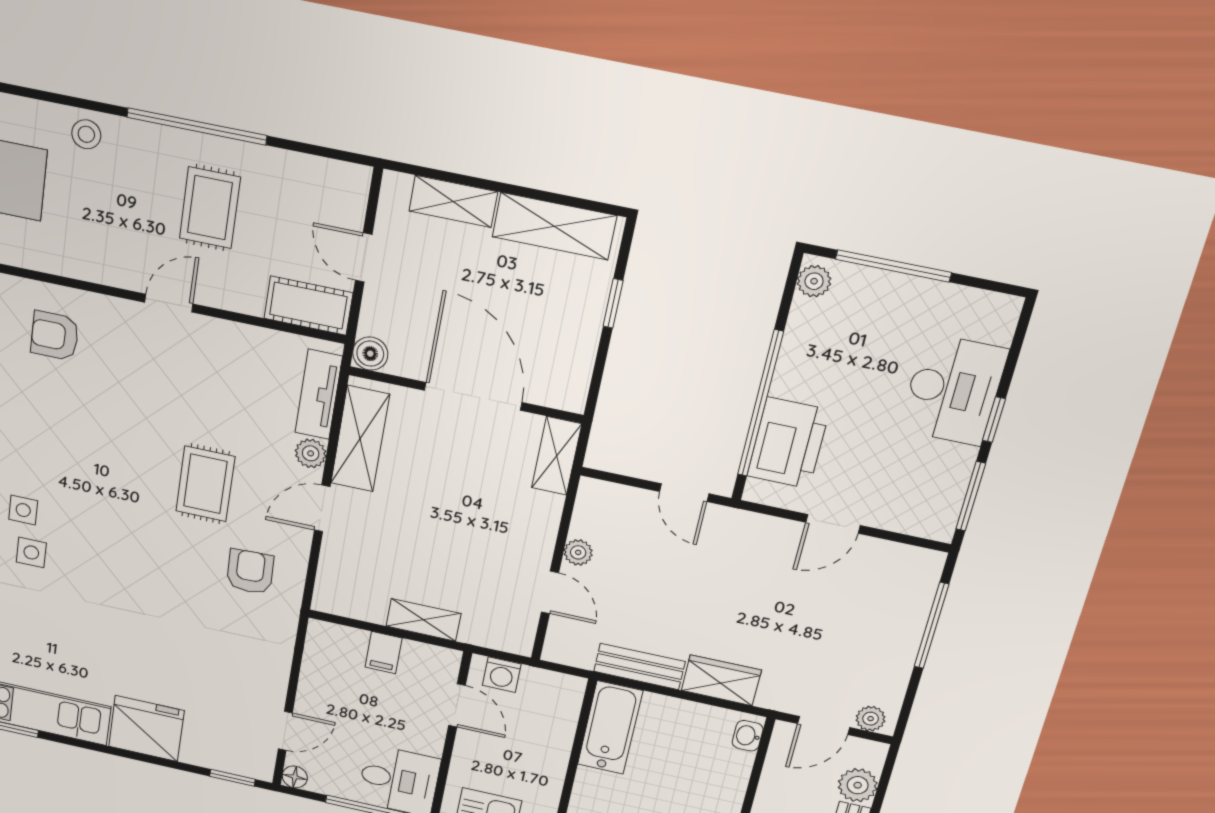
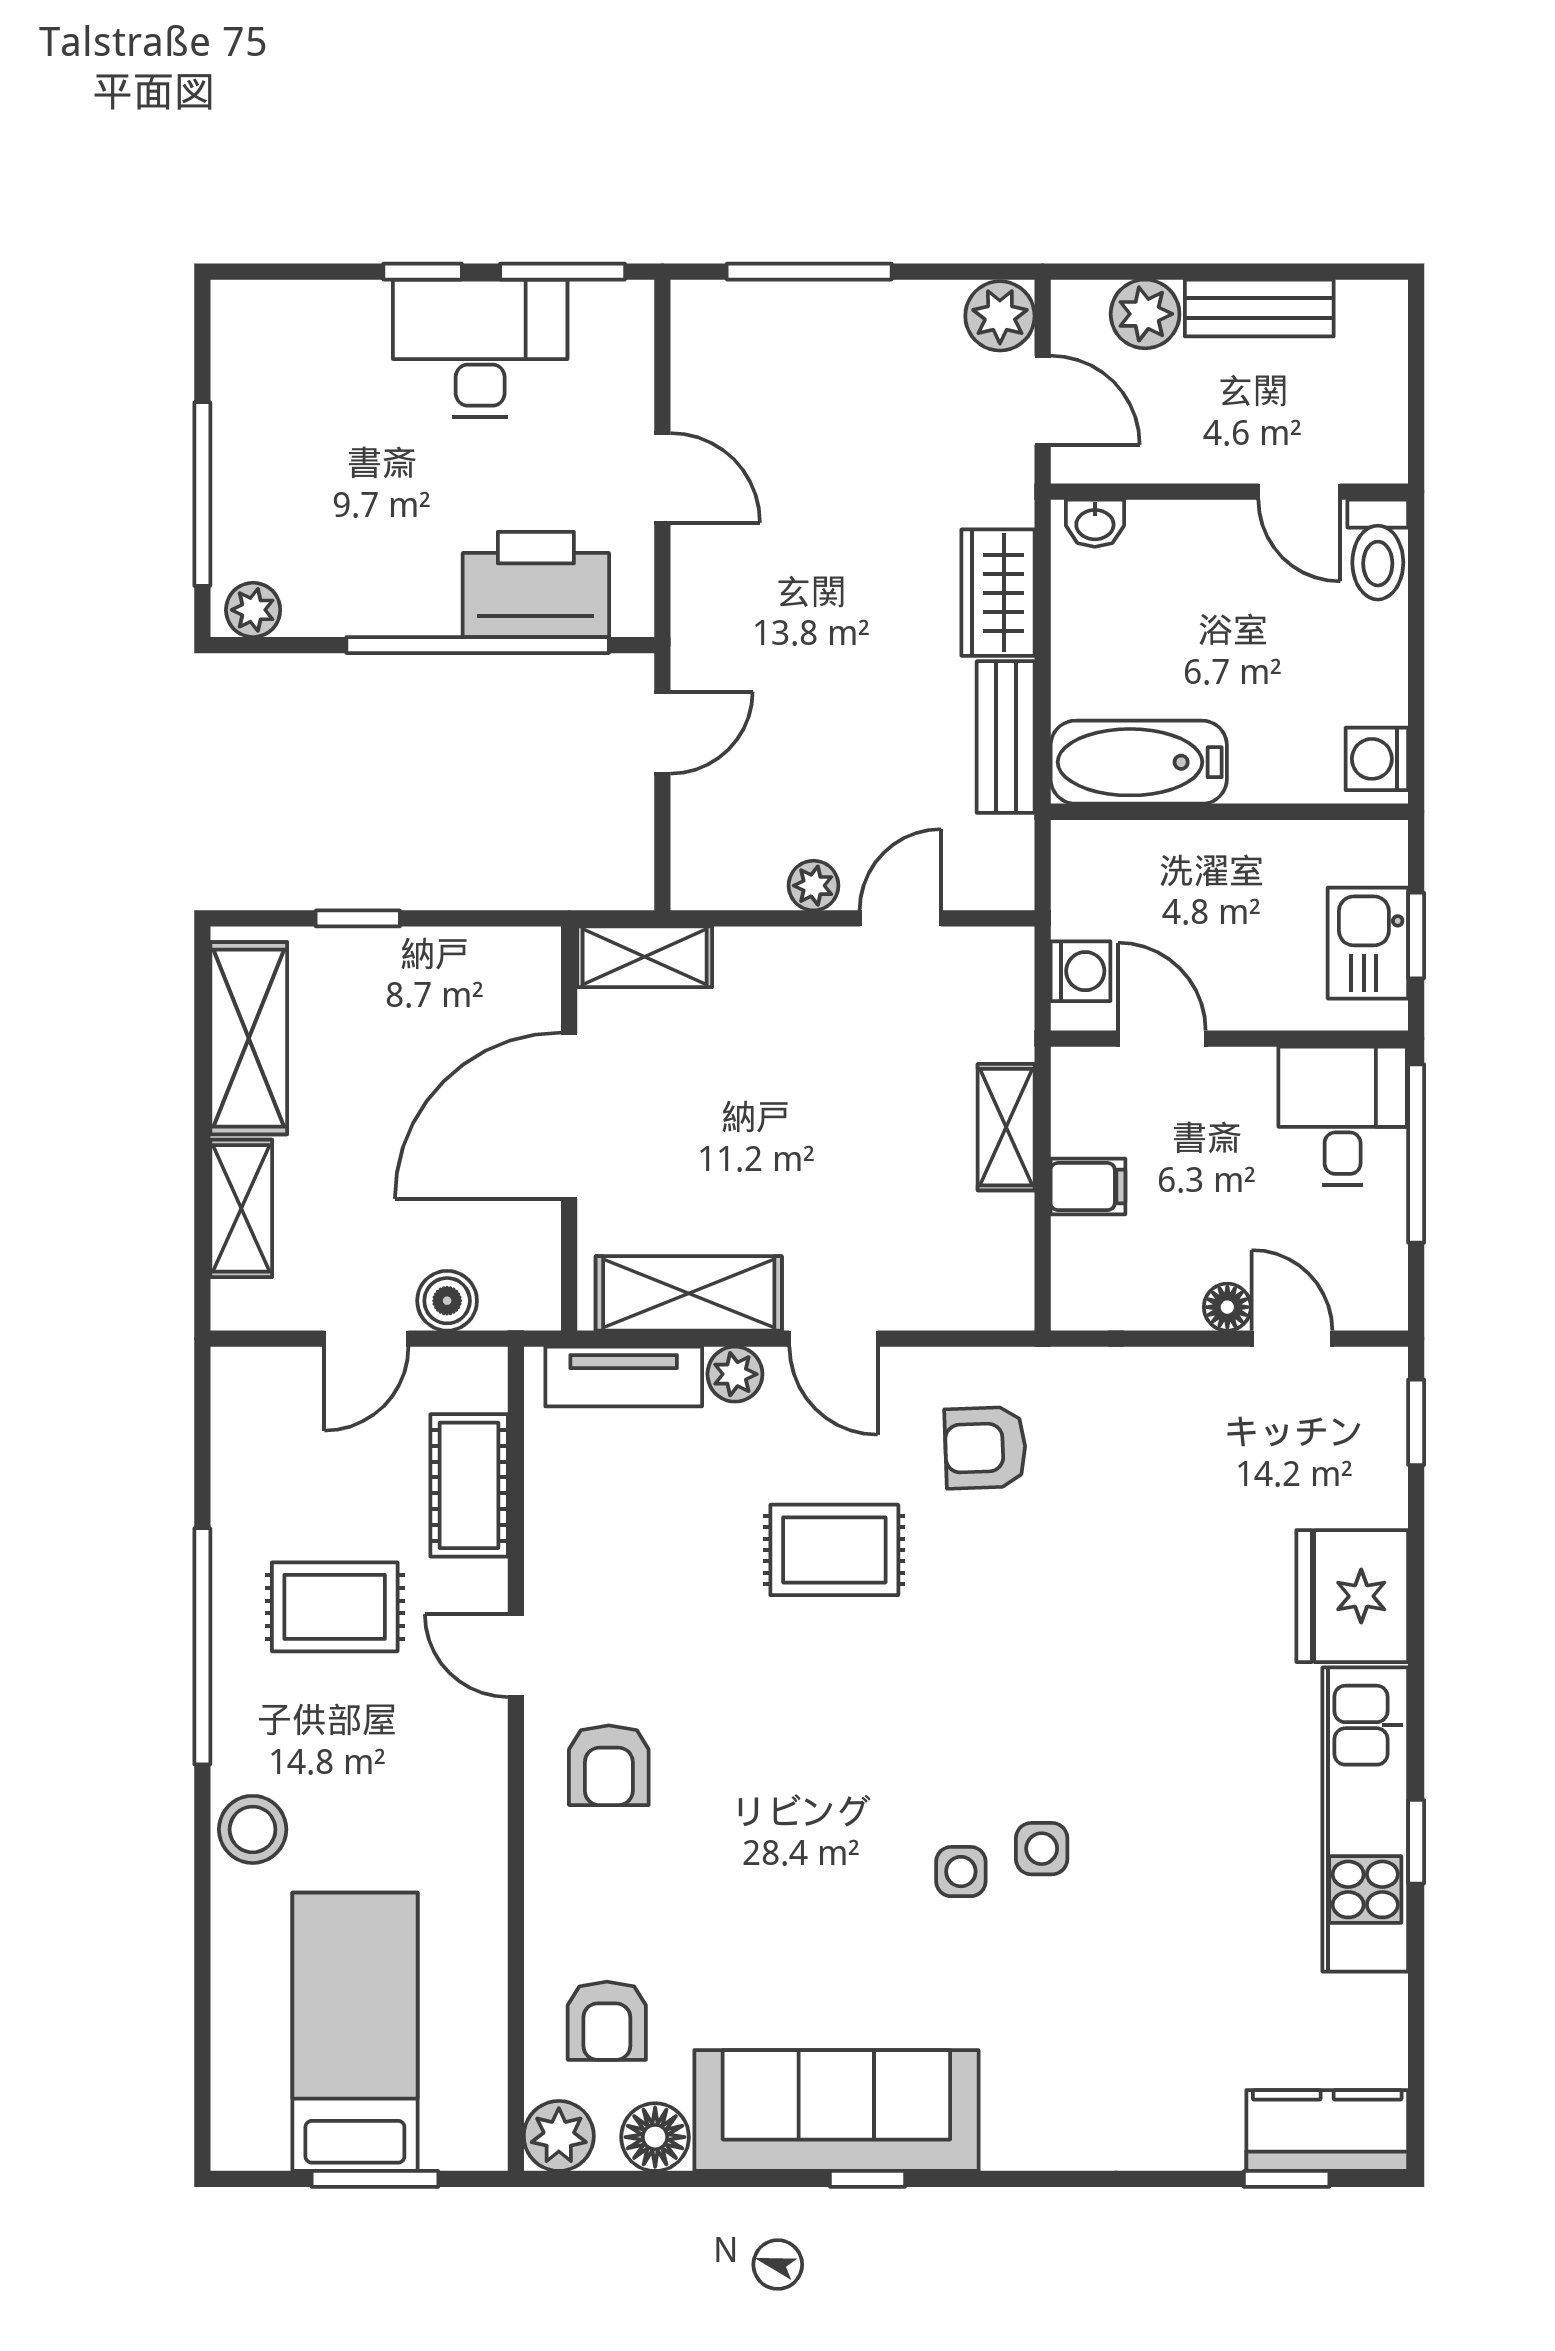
stool: (86, 134) -> (253, 1829), width x1.37, depth x1.37
cot: (308, 306) -> (469, 1485), moved
armchair: (55, 336) -> (609, 1765), moved
boiler: (370, 354) -> (447, 1301), moved
desk: (953, 390) -> (480, 348), moved
door: (457, 705) -> (1162, 1039), hinge flipped
plant: (871, 719) -> (1000, 316), width x1.38, depth x1.38
floor lamp: (295, 777) -> (1227, 1307), moved

